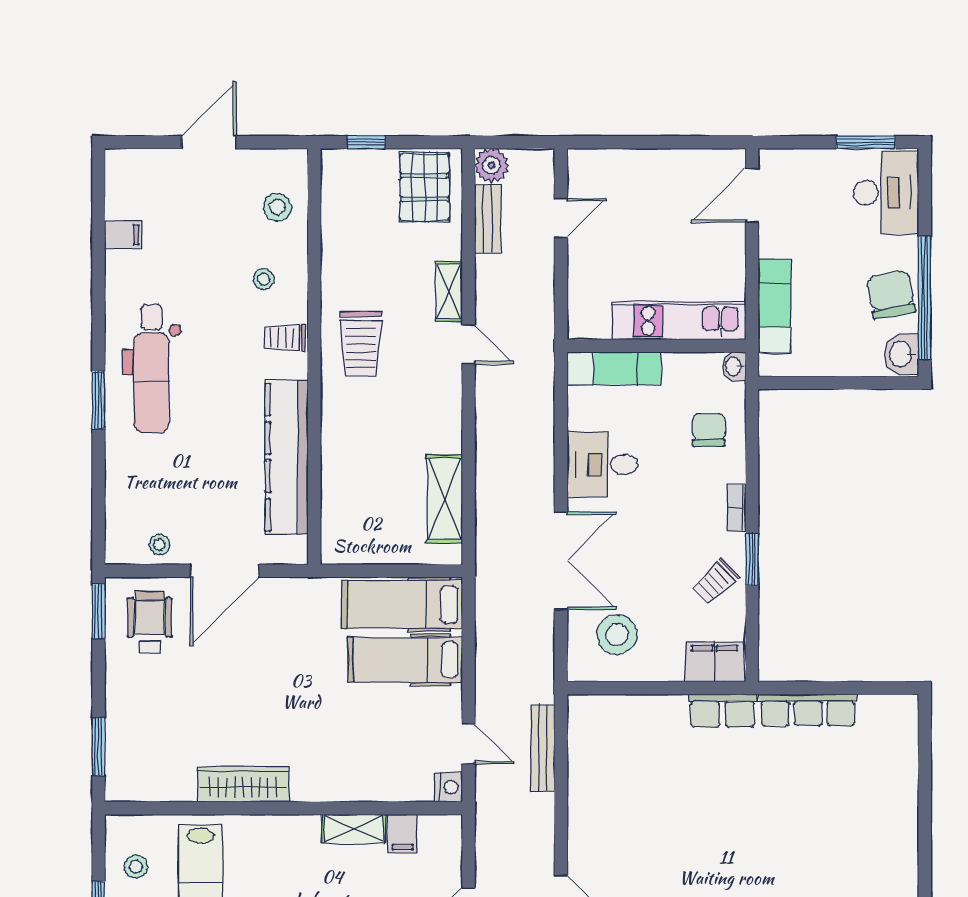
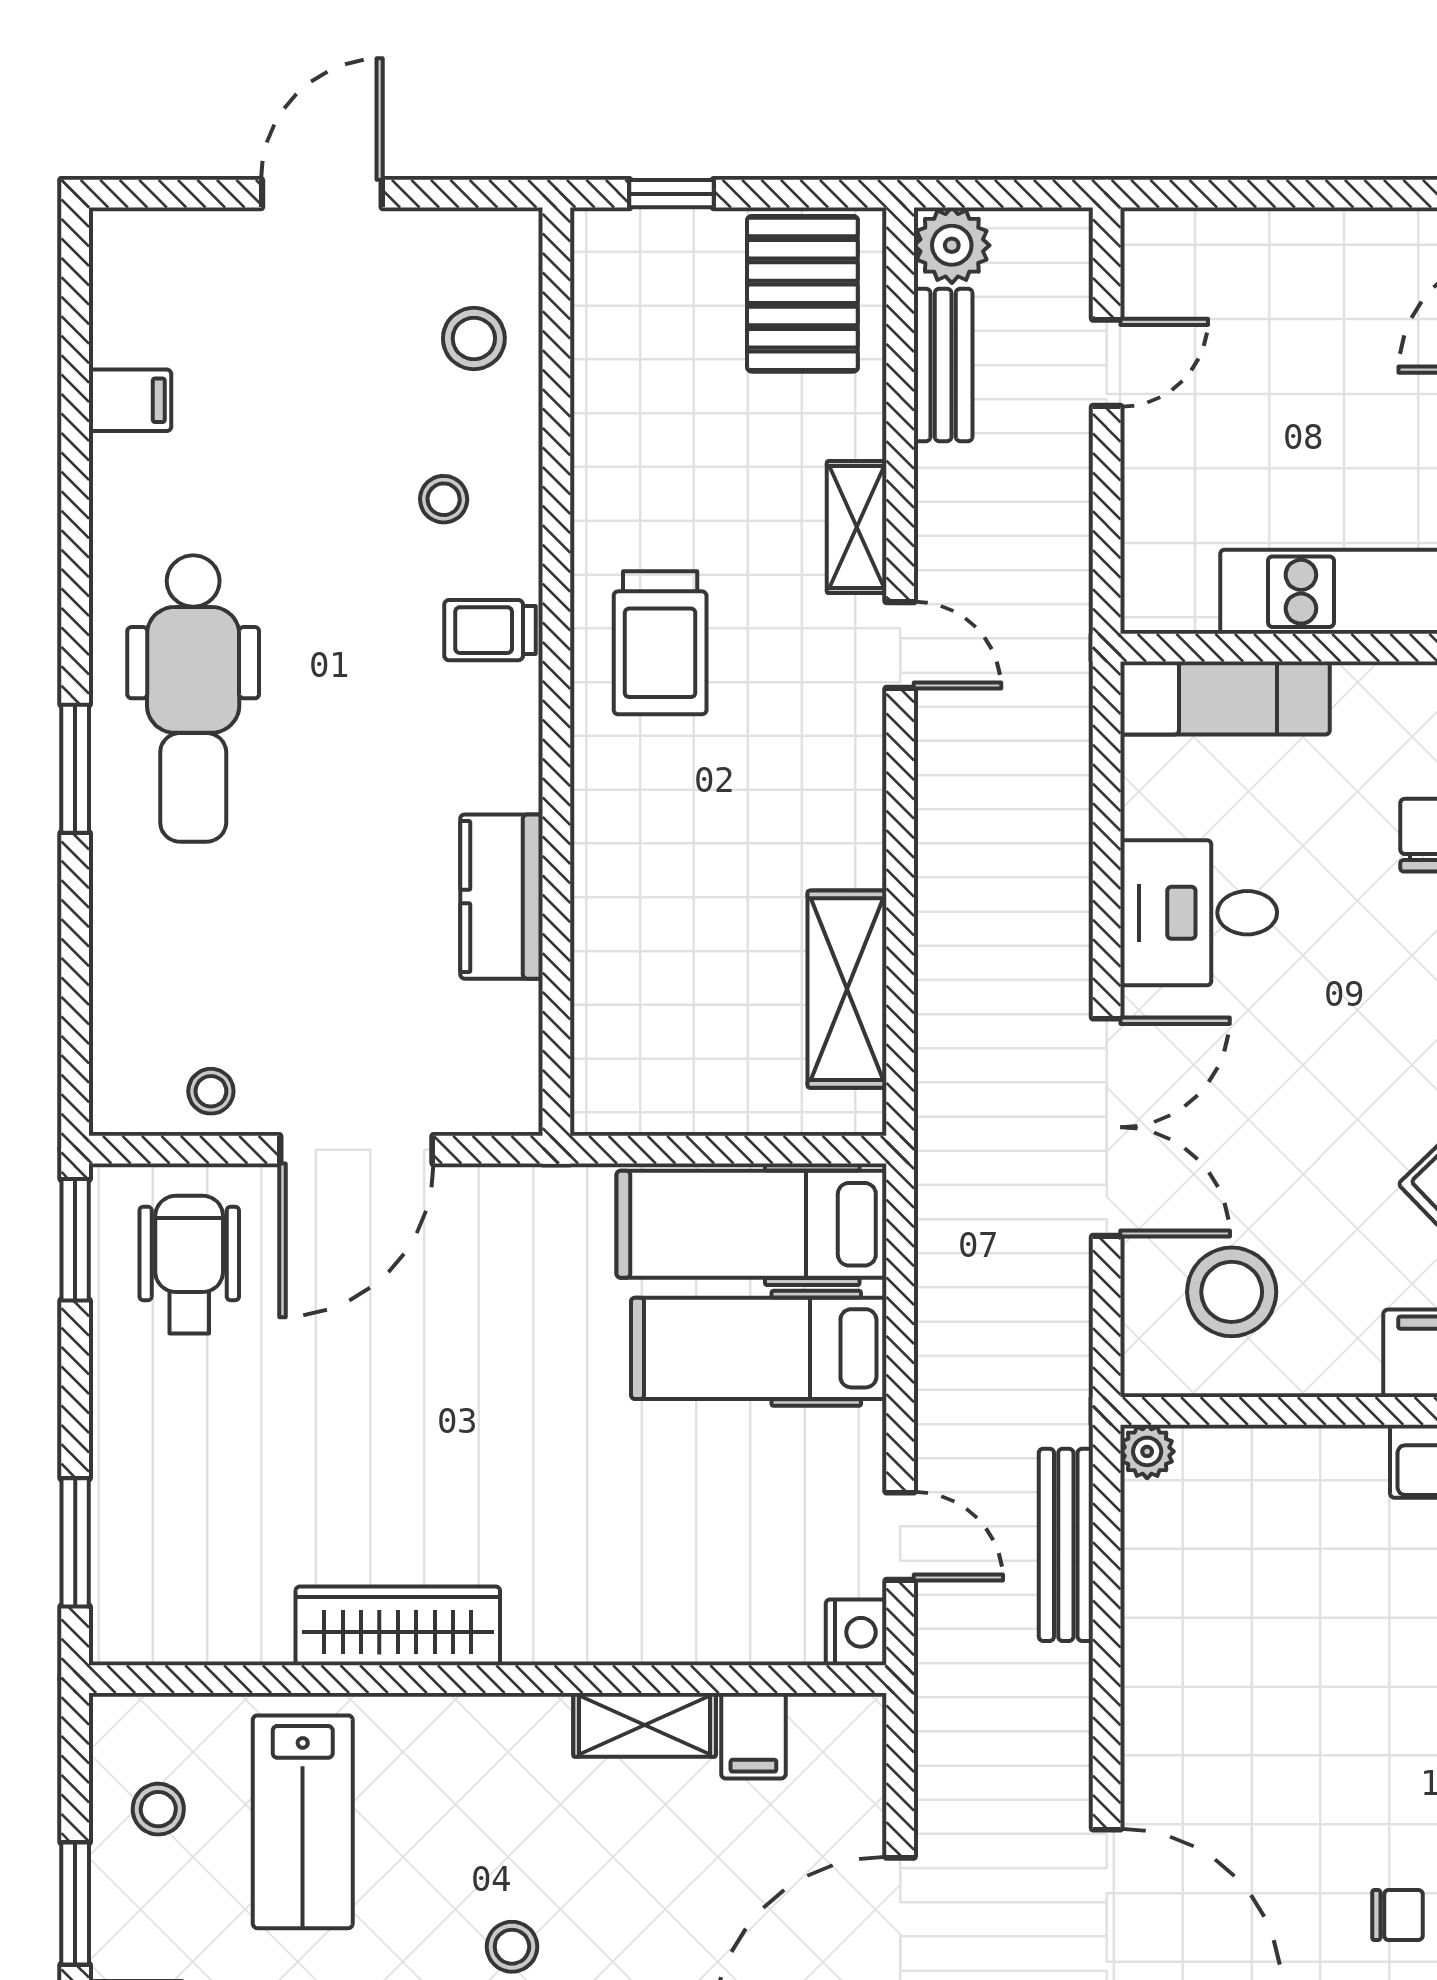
kitchen counter: (287, 457) -> (502, 897), width x0.48, depth x0.86
plant: (579, 706) -> (1147, 1451), added

